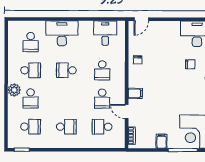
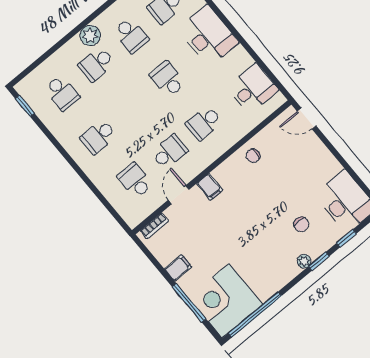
school desk: (102, 99) -> (169, 152), turned 180
school desk: (66, 127) -> (98, 137), turned 90

